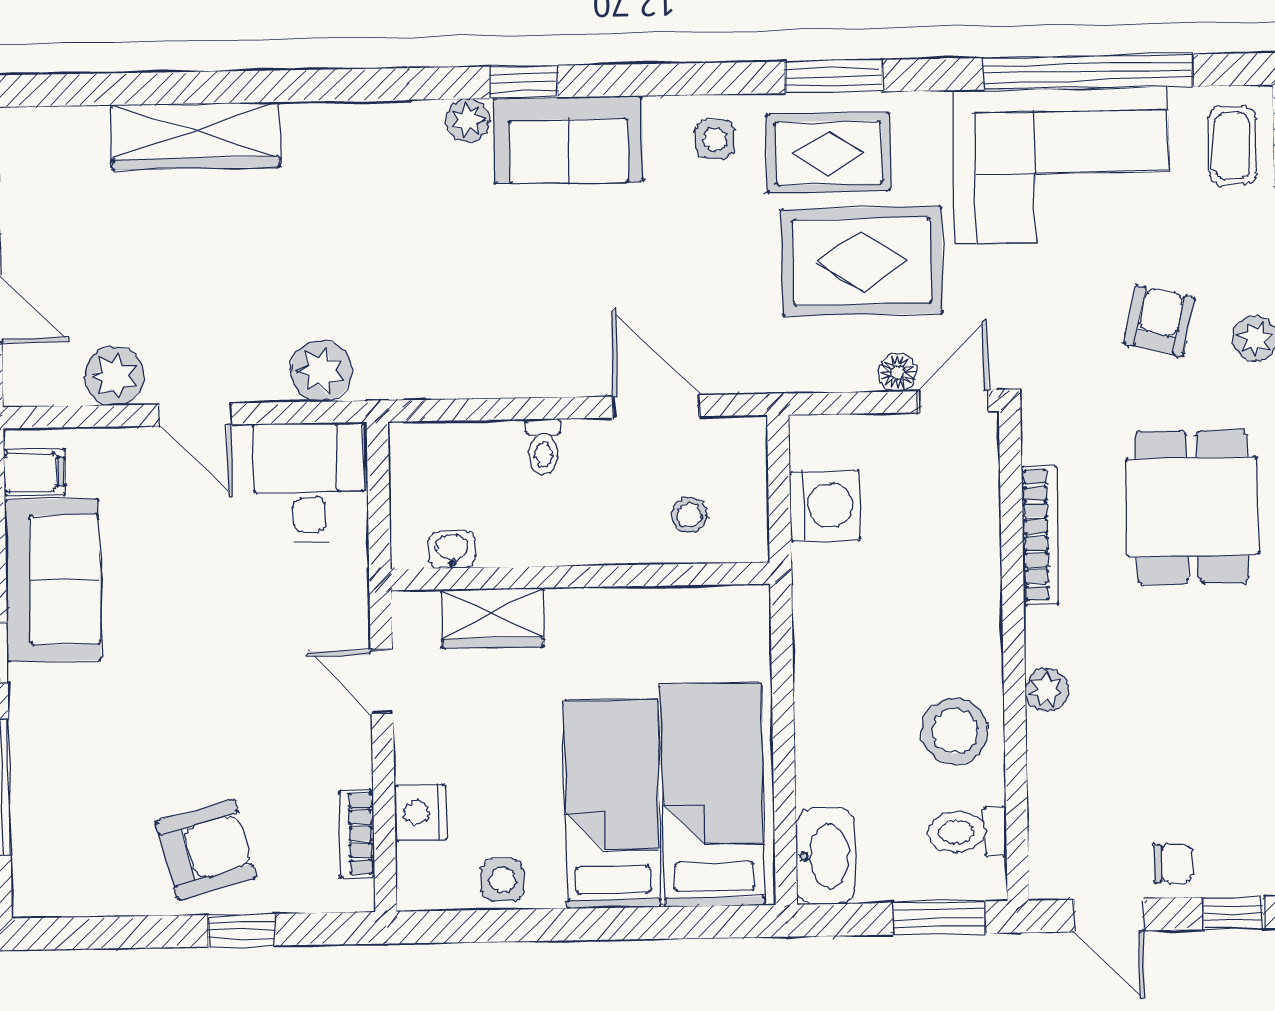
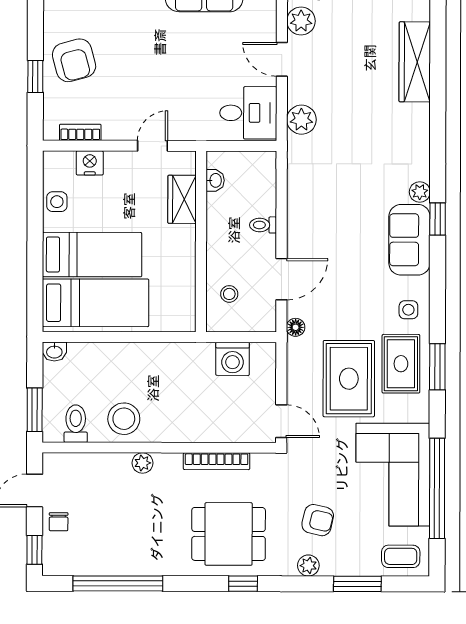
floor lamp: (898, 372) -> (296, 327), moved
door: (196, 414) -> (282, 59), hinge flipped
washbasin: (825, 856) -> (54, 351), width x0.52, depth x0.69

